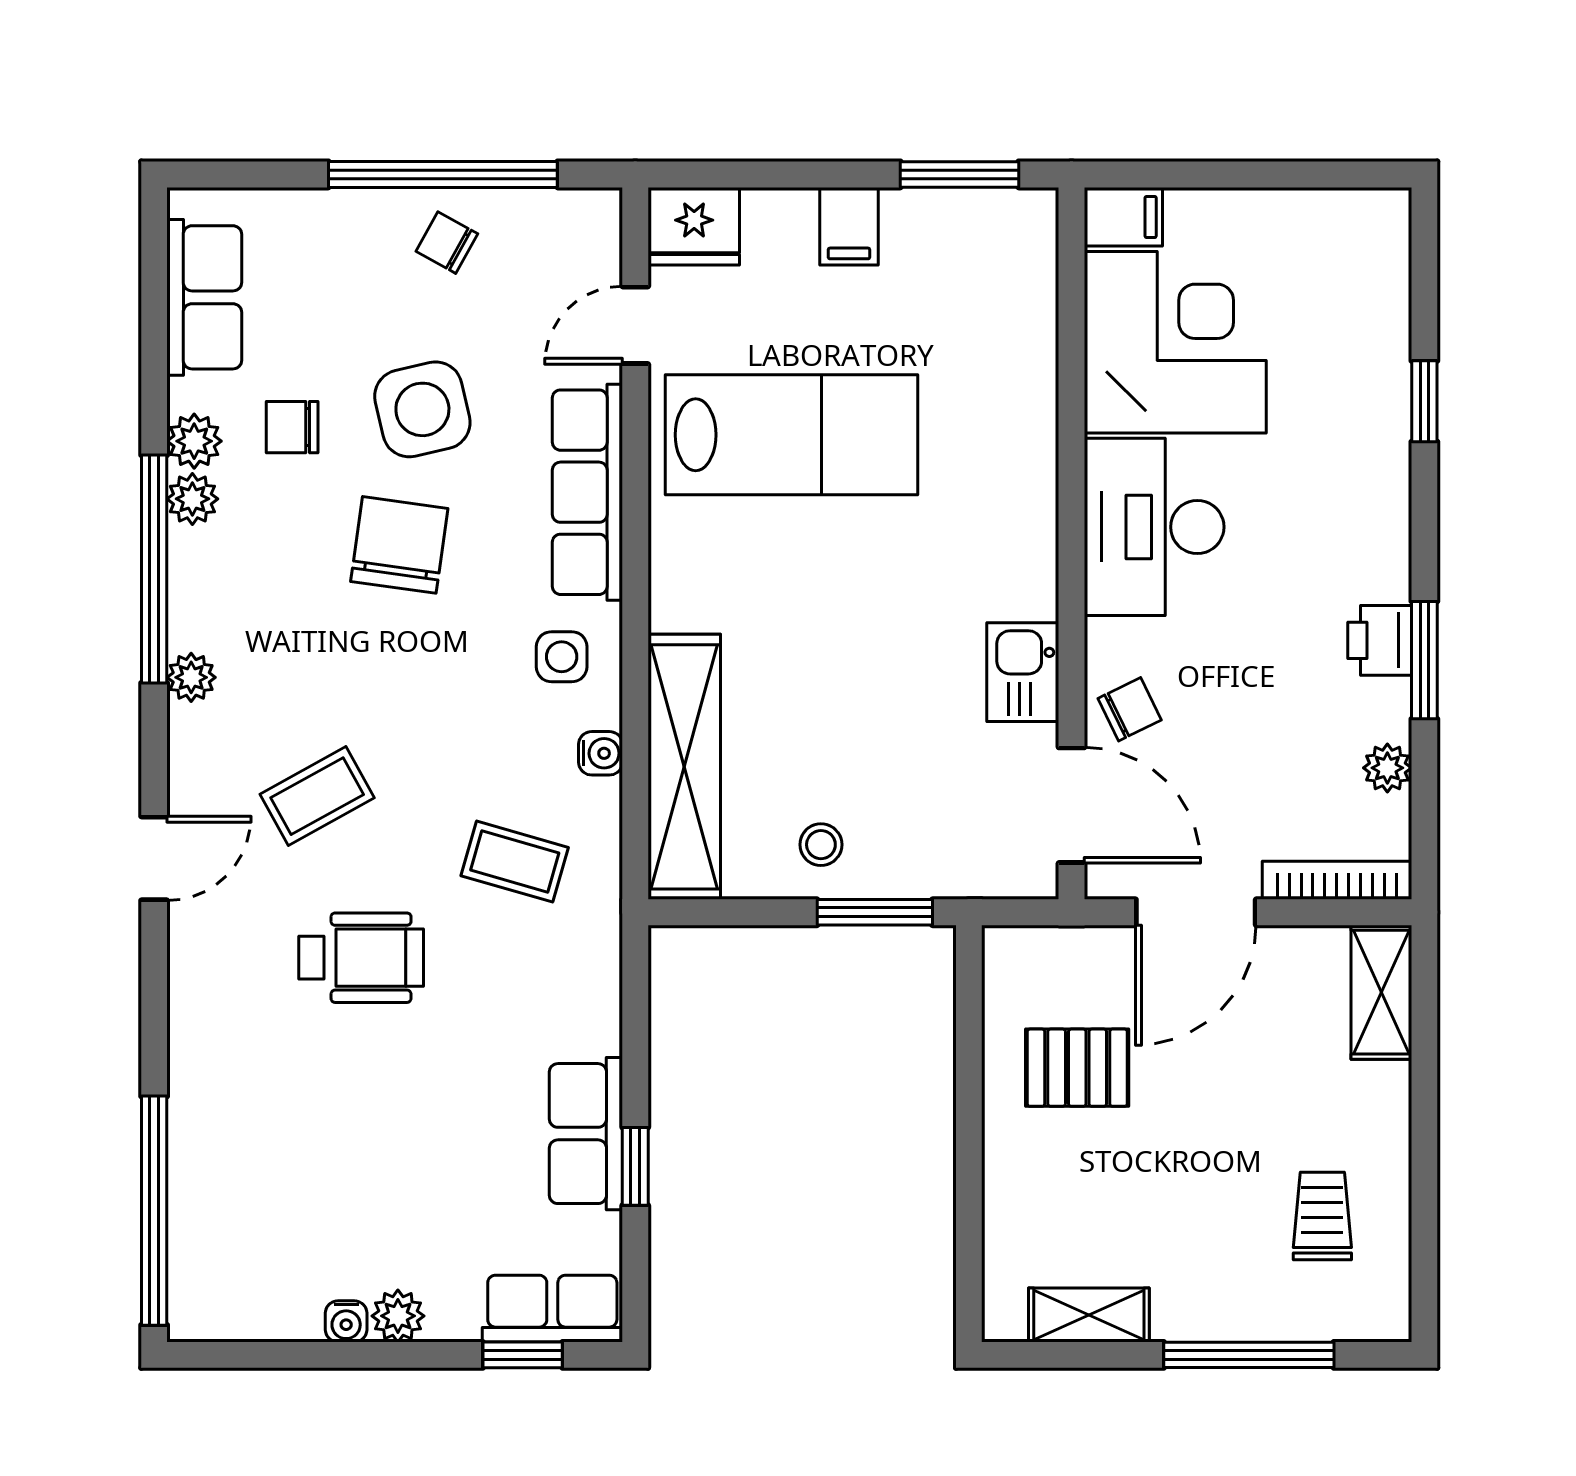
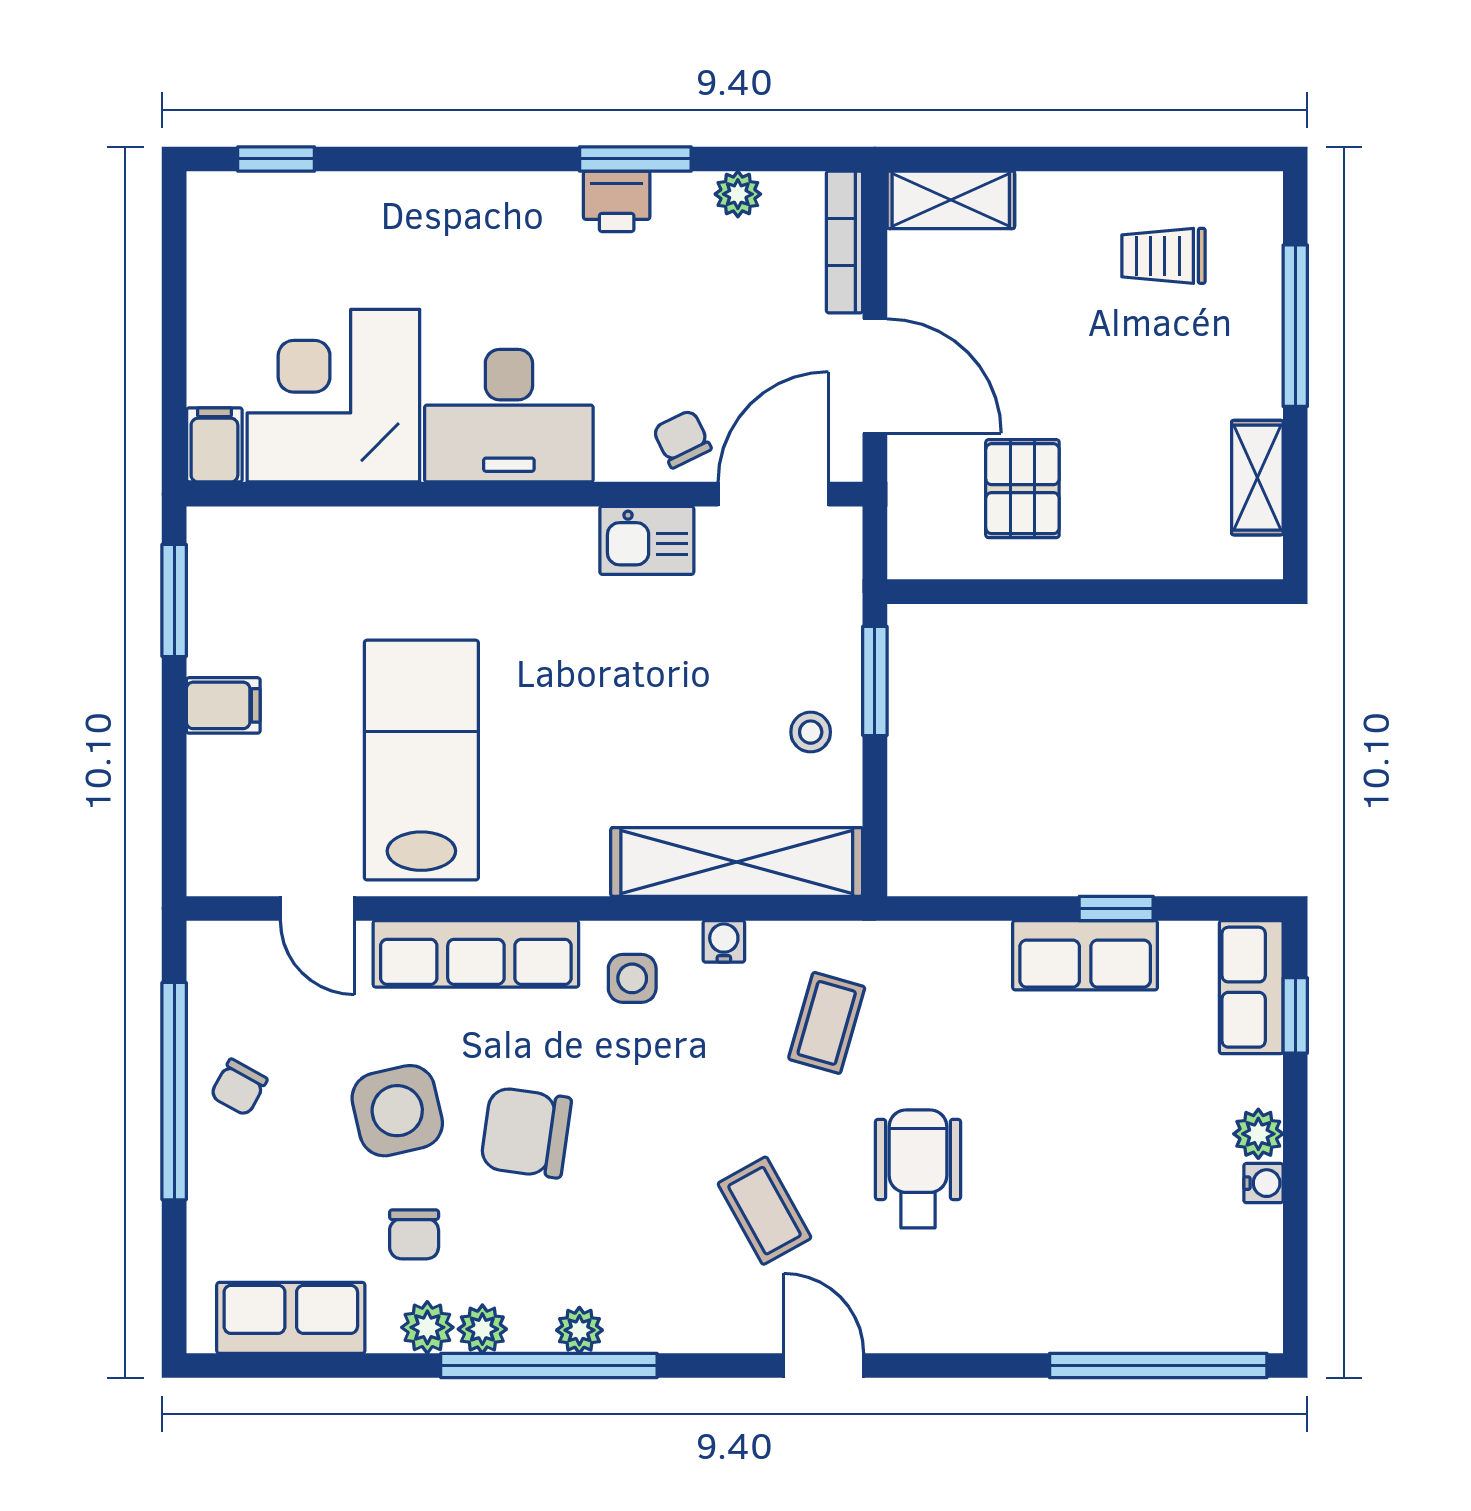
fridge: (694, 226) -> (223, 853), removed
window: (1424, 401) -> (276, 159), moved
plant: (191, 677) -> (579, 1330), moved

